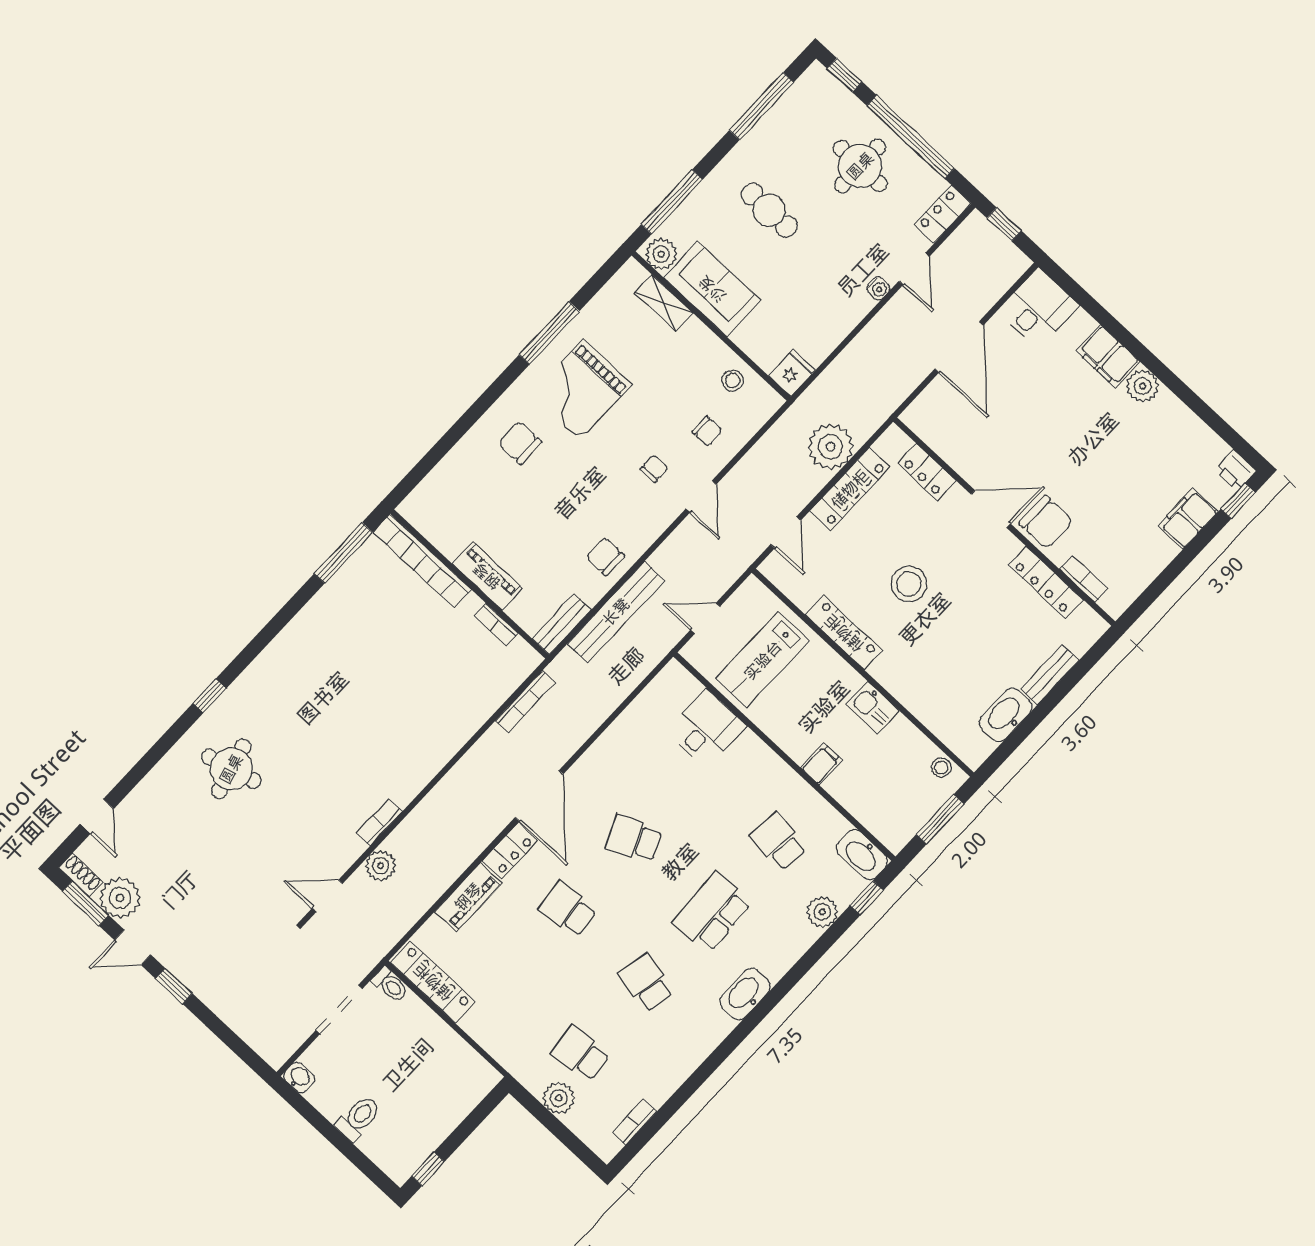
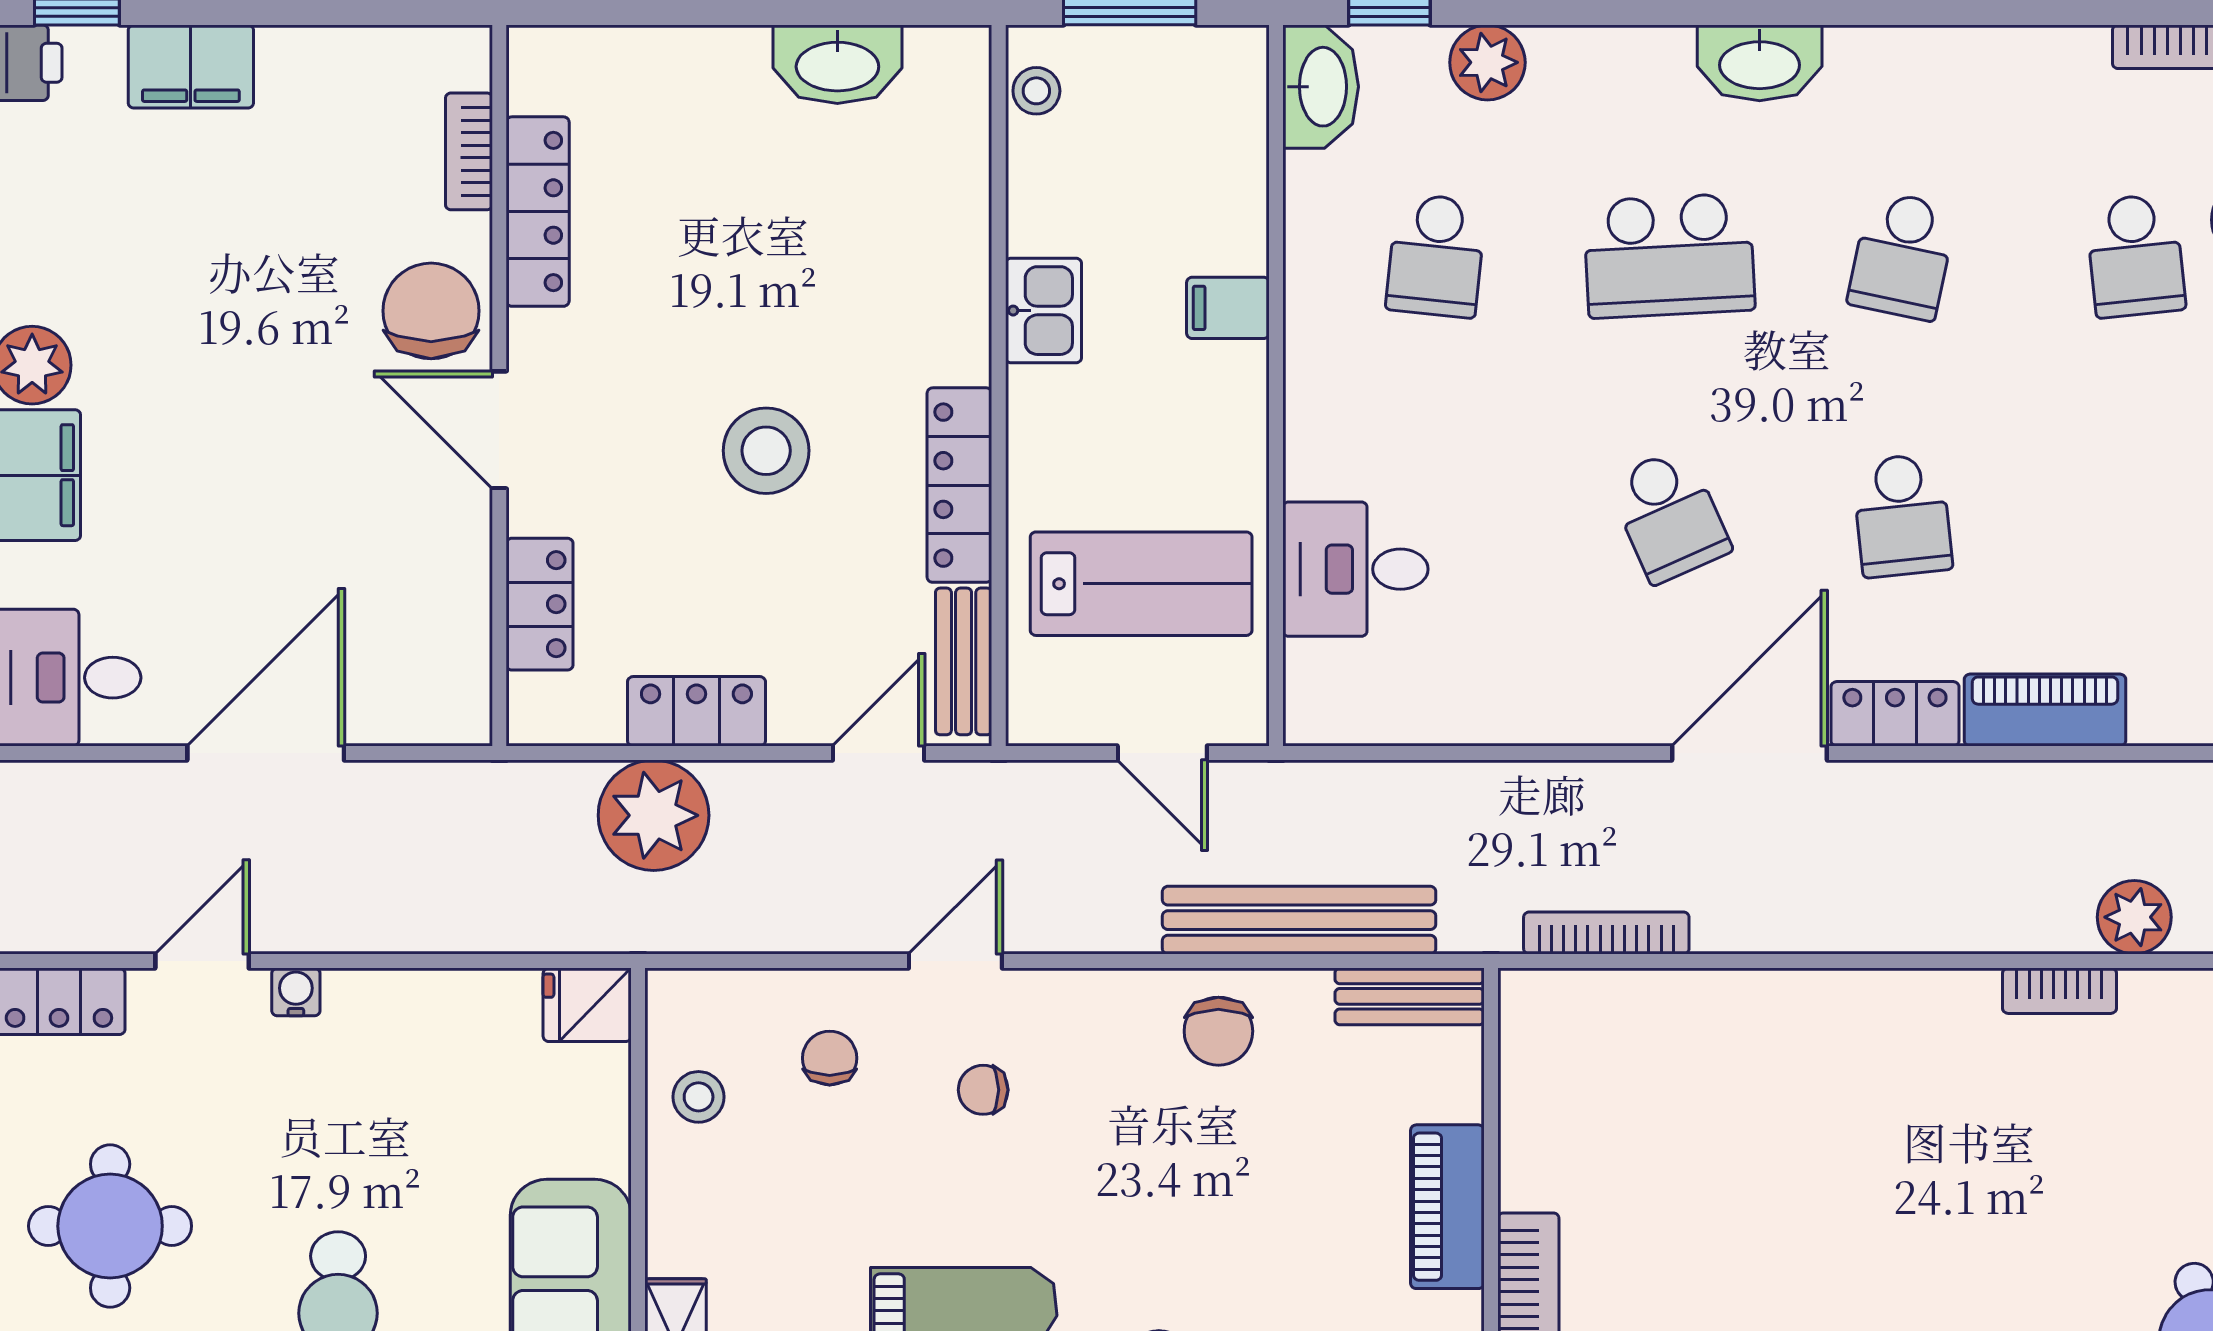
locker: (850, 489) -> (696, 711), width x0.66
bookcase: (496, 625) -> (1519, 1112), removed
bench: (1050, 675) -> (964, 661), moved, turned 90

